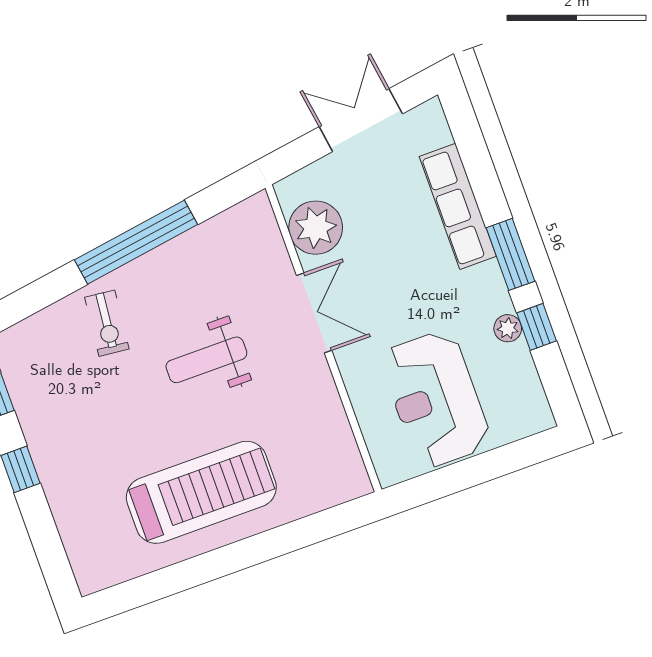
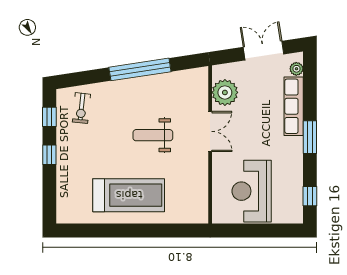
exercise bike: (107, 323) -> (81, 108), moved
window: (537, 327) -> (310, 196), moved
plant: (508, 328) -> (296, 69), moved

